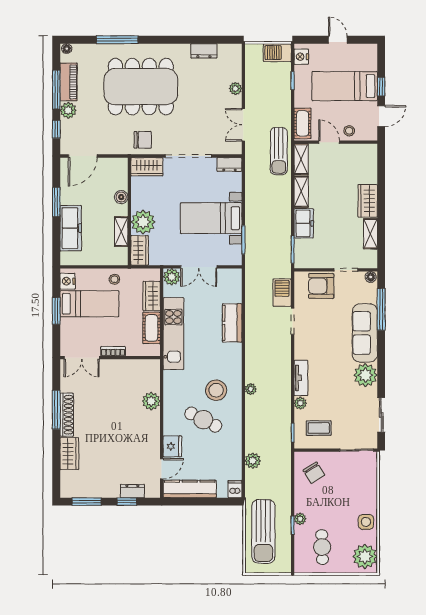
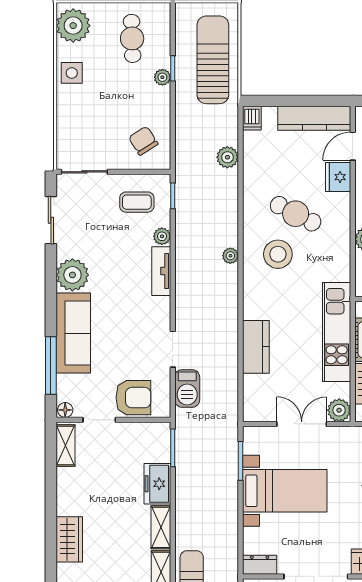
wardrobe: (368, 201) -> (69, 539), moved
shelving: (370, 234) -> (66, 446), moved

